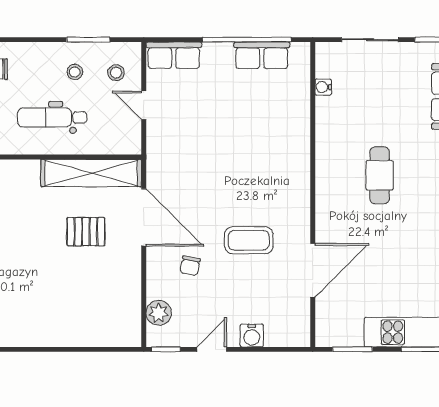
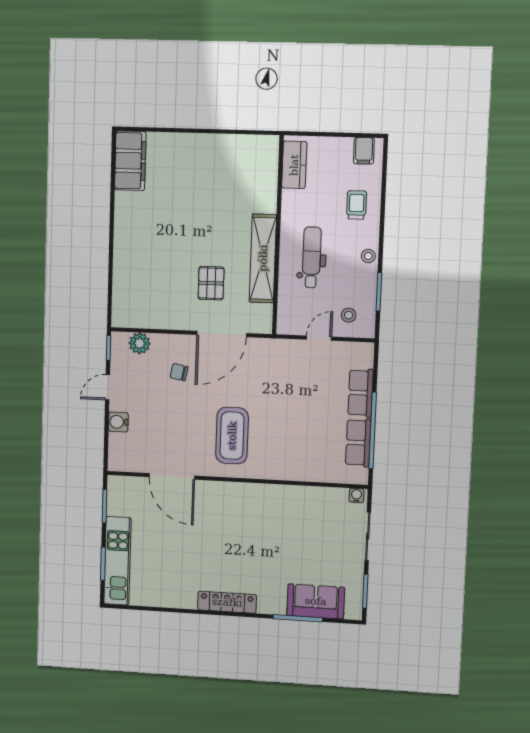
row of seats: (174, 55) -> (361, 393), moved
stool: (75, 72) -> (368, 256), moved
water cooler: (323, 87) -> (356, 495), moved
shelving: (91, 173) -> (263, 258), moved
cafe table: (380, 175) -> (251, 537), removed
coffee table: (249, 240) -> (232, 436), moved, width x1.36, depth x1.32
door: (212, 349) -> (108, 387), swing flipped

